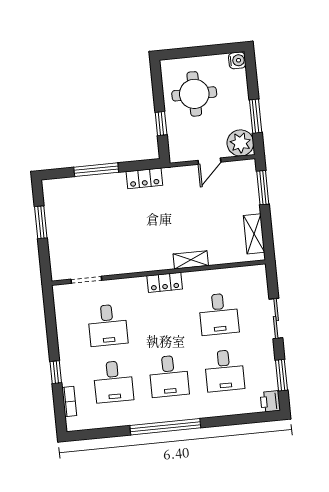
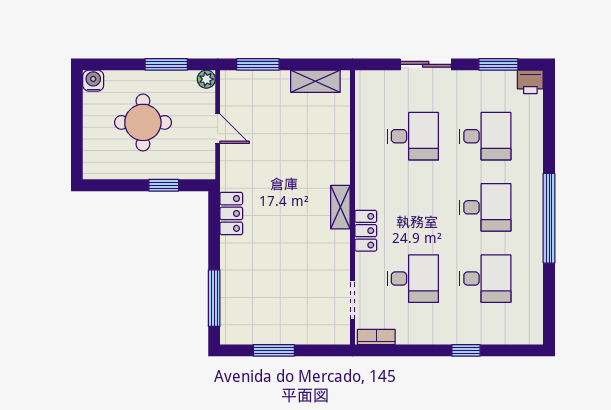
round table: (194, 94) -> (143, 122), moved
plant: (240, 143) -> (206, 79), width x0.53, depth x0.53
window: (96, 170) -> (214, 298), moved
shelving: (191, 260) -> (340, 207), moved
locker: (165, 282) -> (366, 231), moved
bookcase: (69, 401) -> (376, 337), moved

